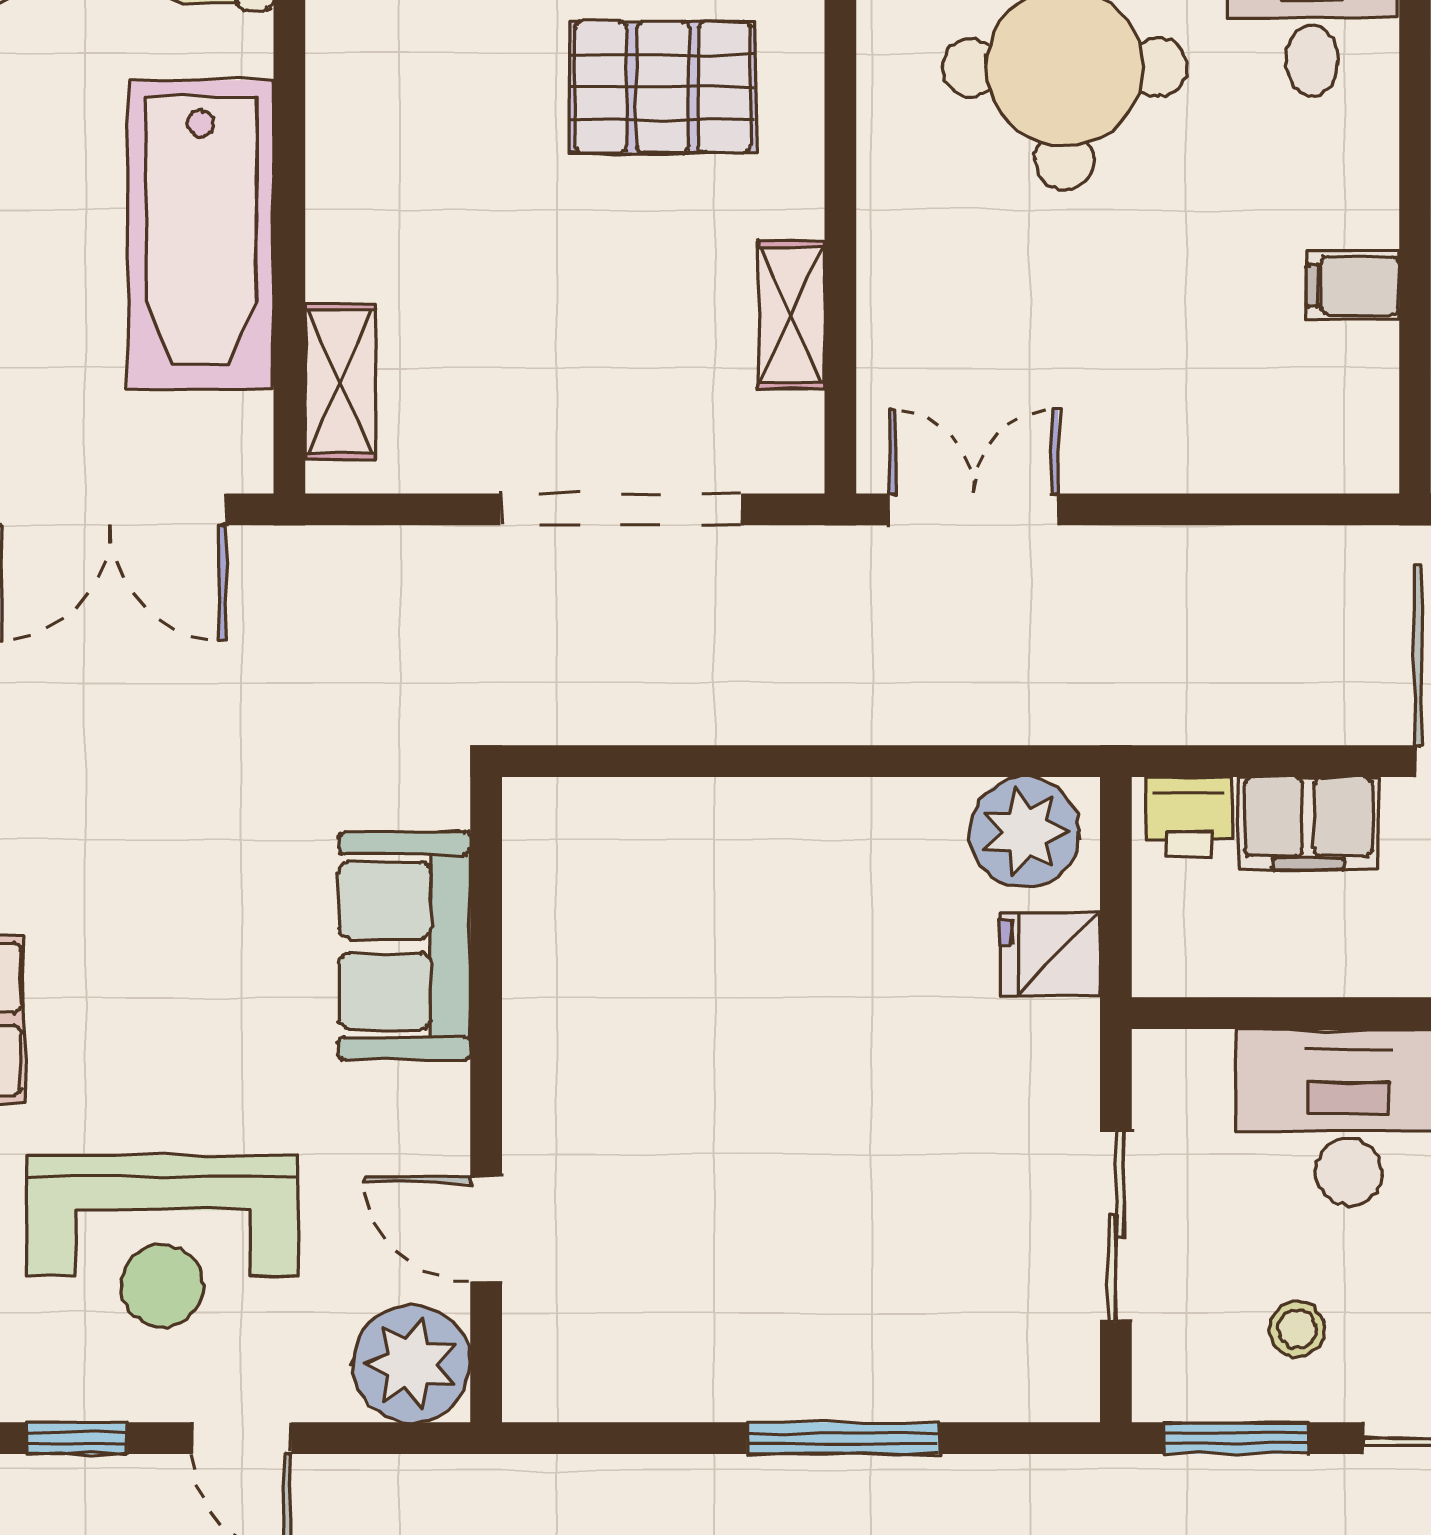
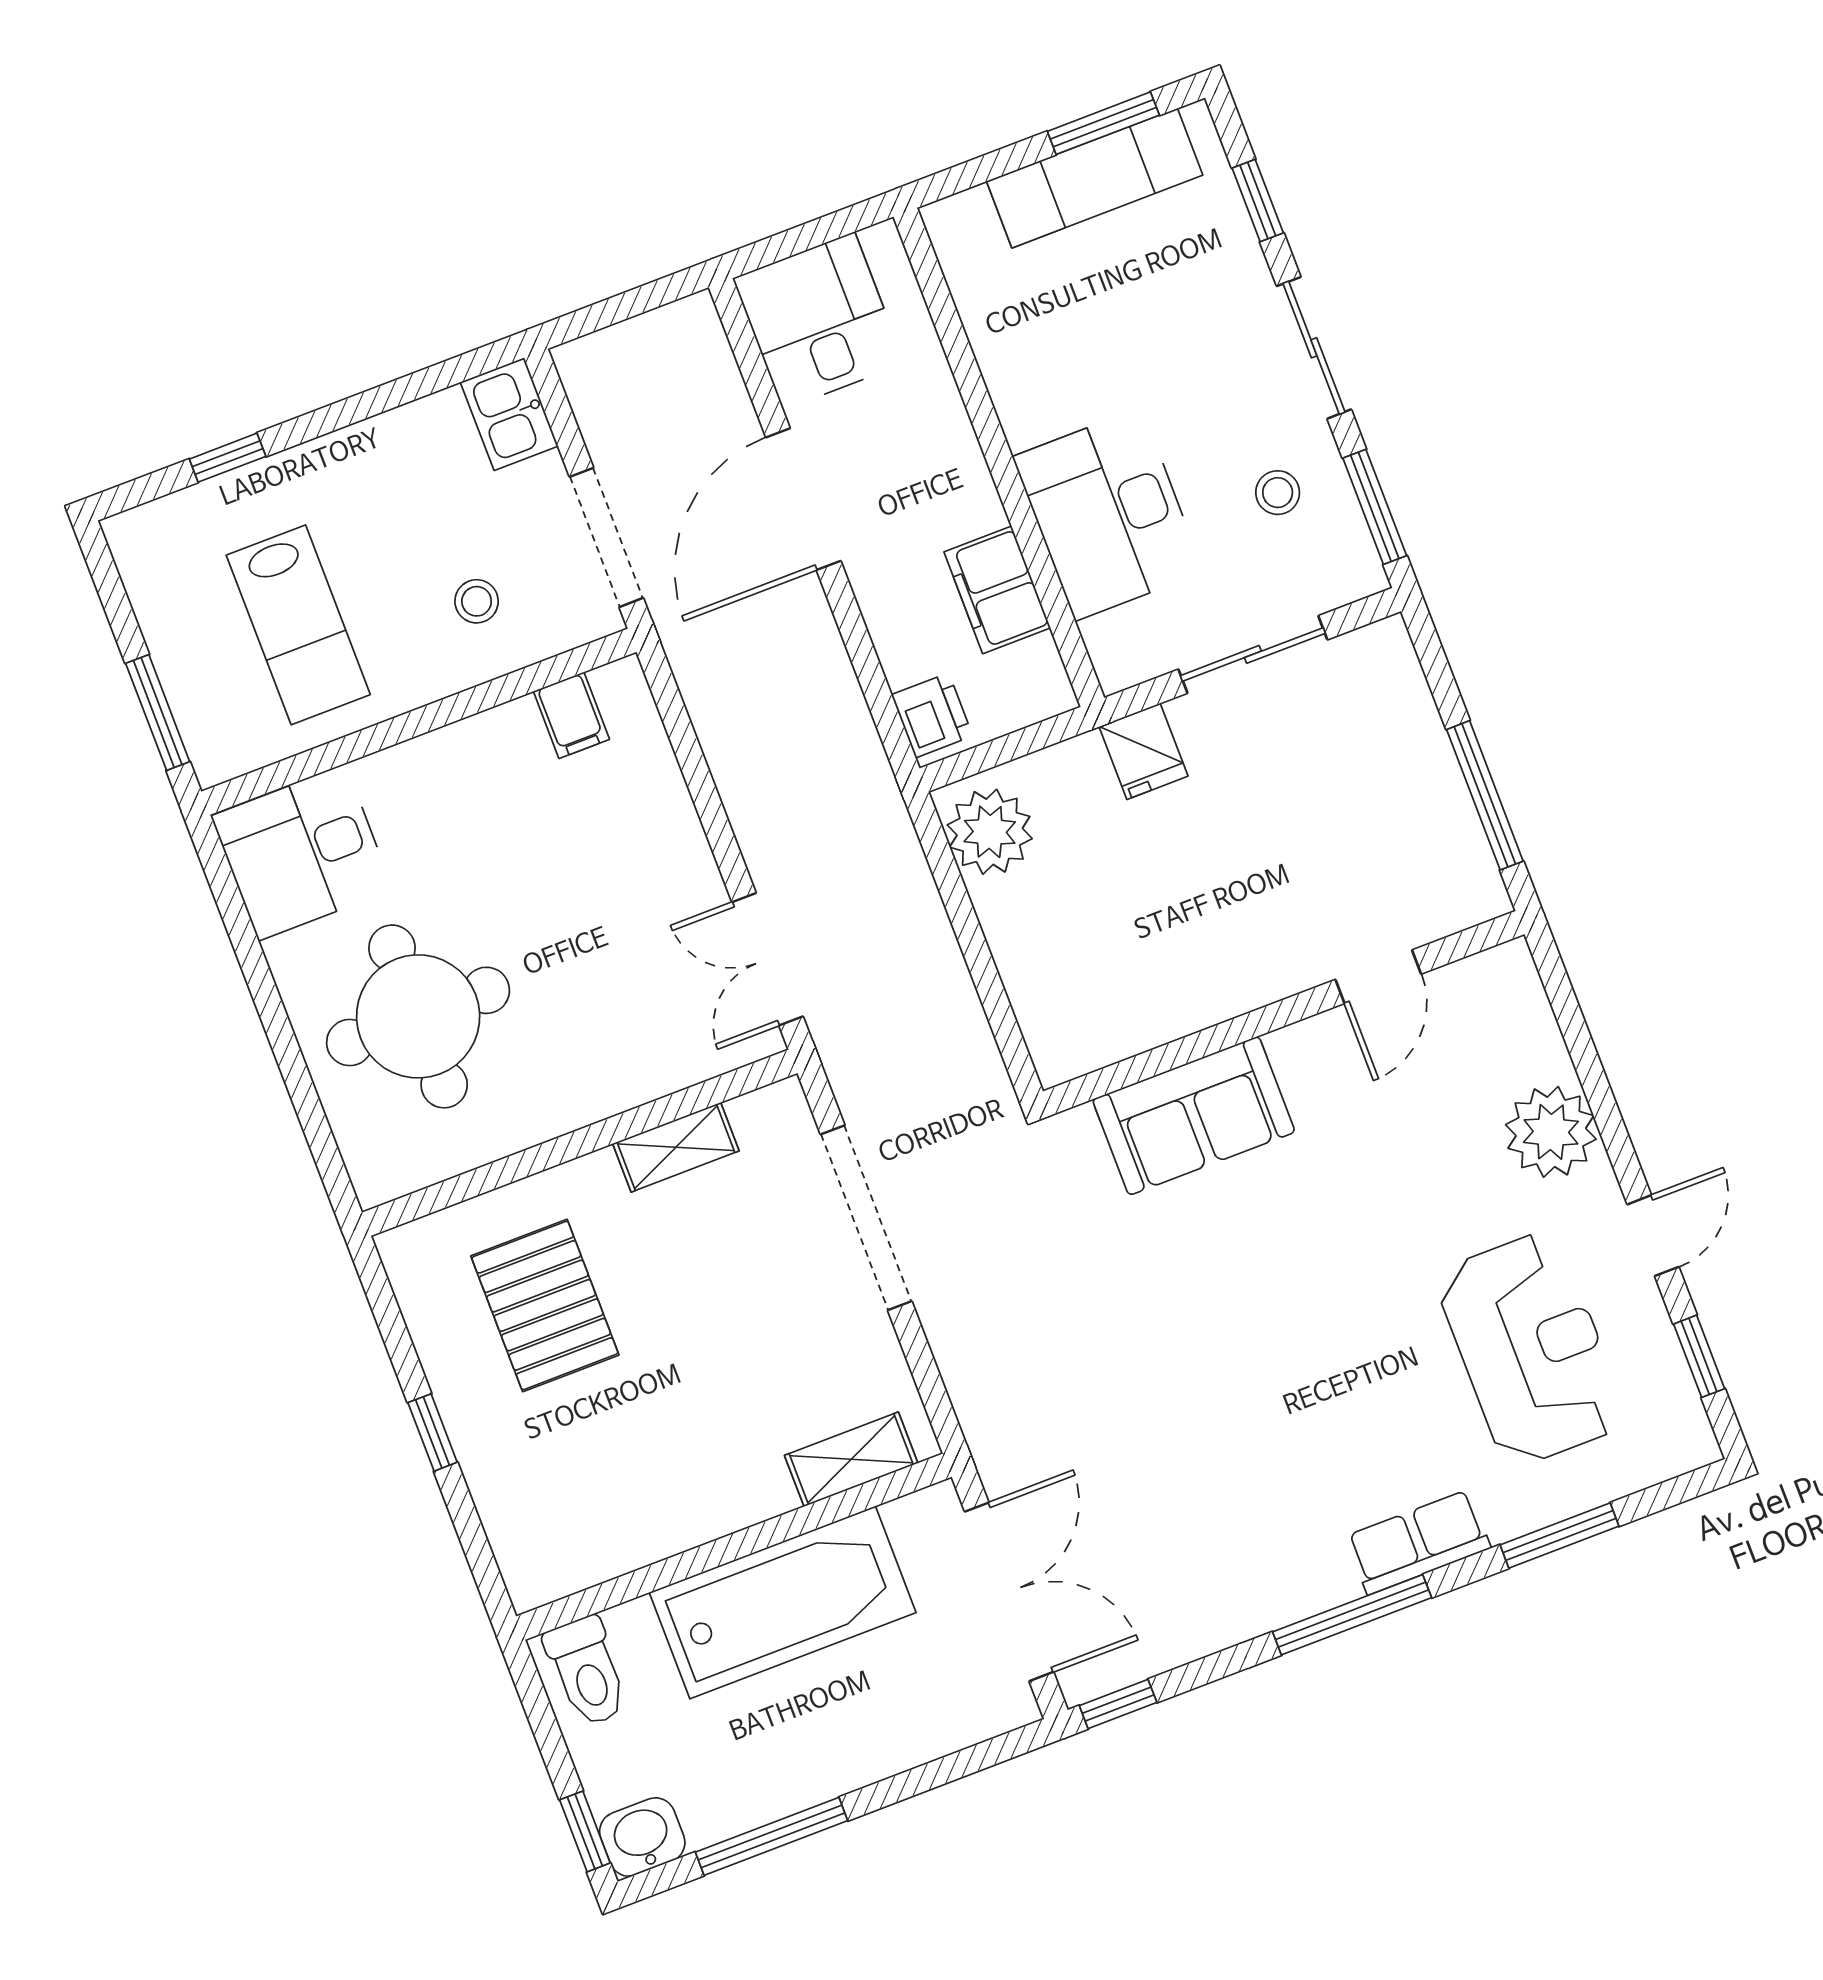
filing cabinet: (1353, 286) -> (571, 715), moved
filing cabinet: (1308, 823) -> (997, 590), moved, turned 180
sofa: (405, 946) -> (1194, 1116), moved
fridge: (1050, 954) -> (1143, 751), moved
wall: (486, 1100) -> (1284, 1013), moved
door: (486, 1229) -> (1378, 977), moved

